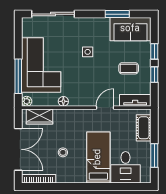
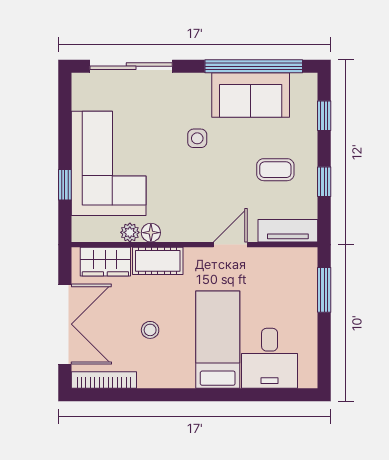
window: (117, 14) -> (254, 66), width x2.11
sofa: (130, 29) -> (251, 95), moved
window: (154, 51) -> (324, 116), moved
window: (18, 76) -> (65, 185), width x0.46
plant: (27, 101) -> (130, 232), moved
cot: (144, 128) -> (158, 261), moved, turned 90
window: (154, 156) -> (324, 290), moved

